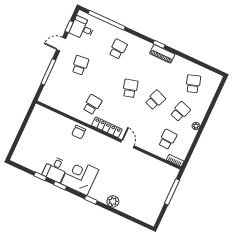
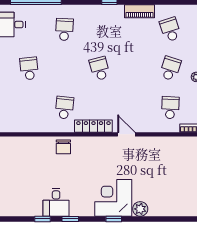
piano: (162, 54) -> (139, 11), moved
school desk: (155, 100) -> (135, 69), removed
corner desk: (80, 177) -> (113, 198), moved

